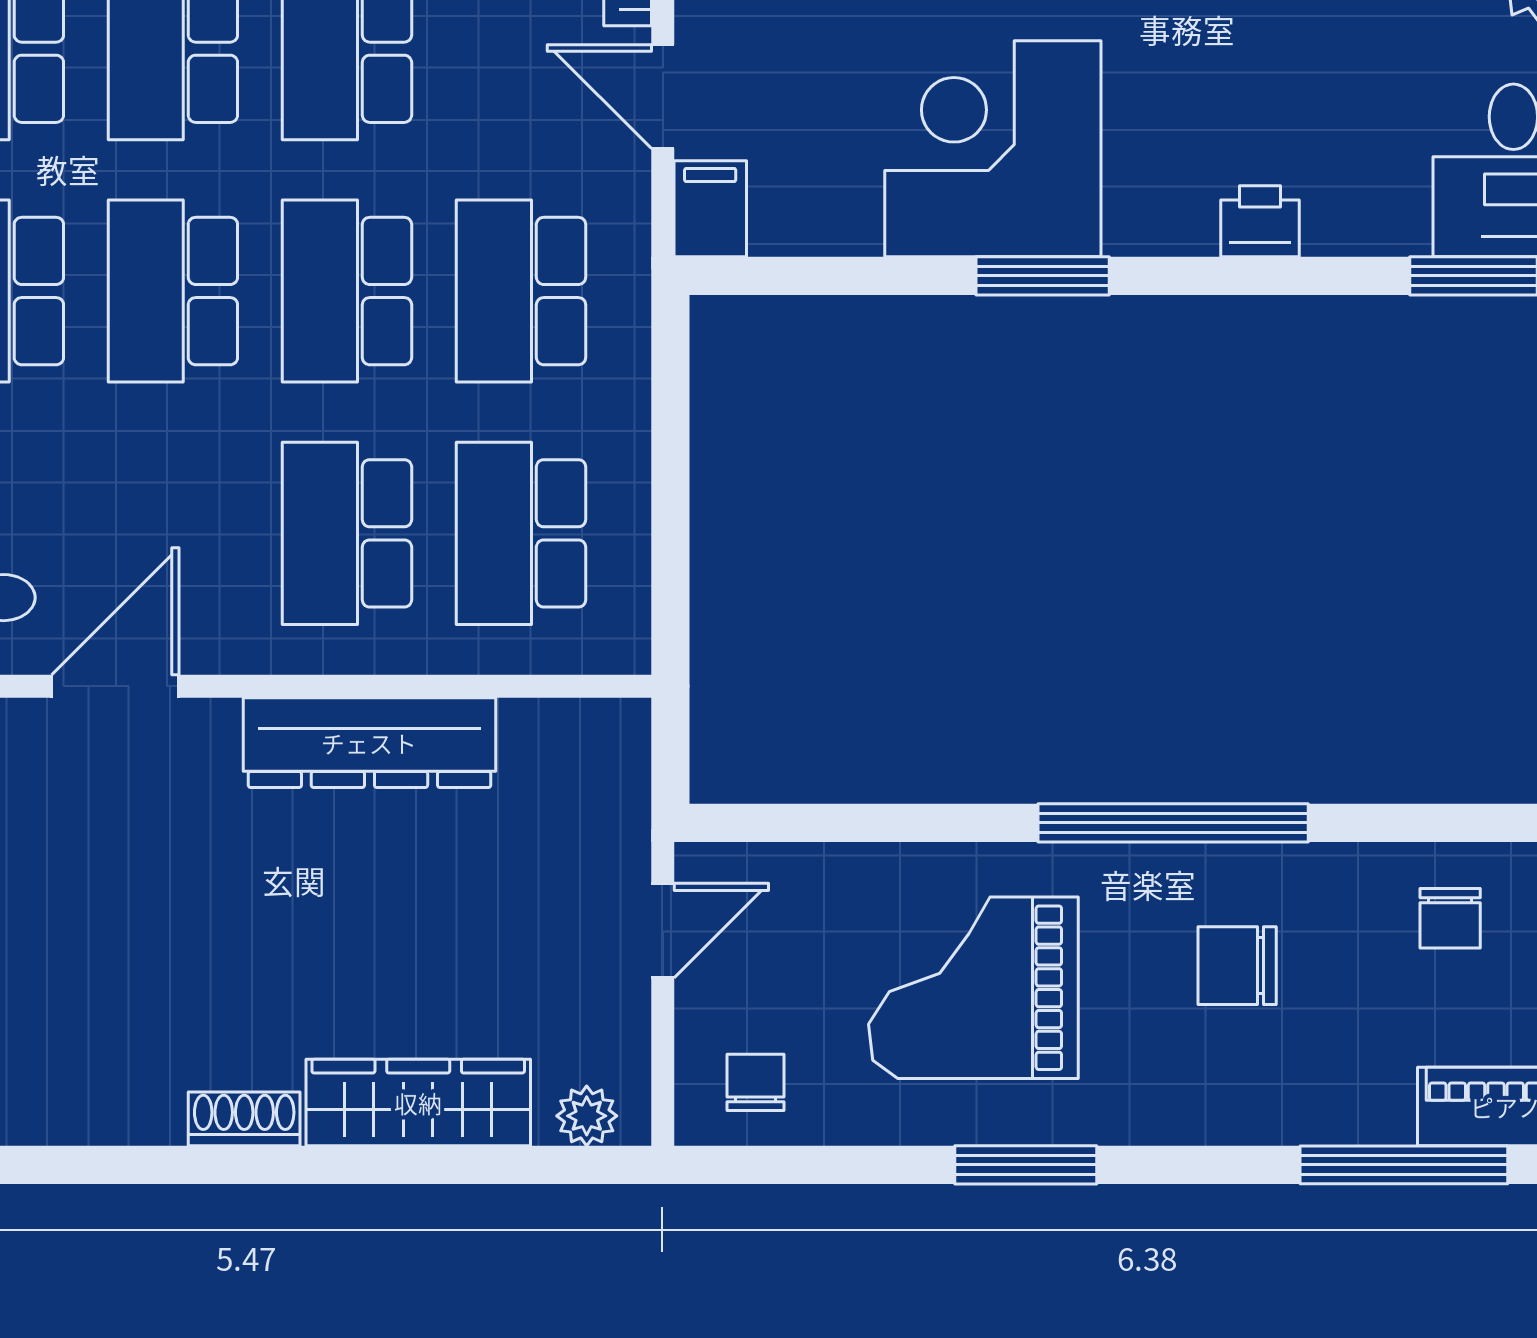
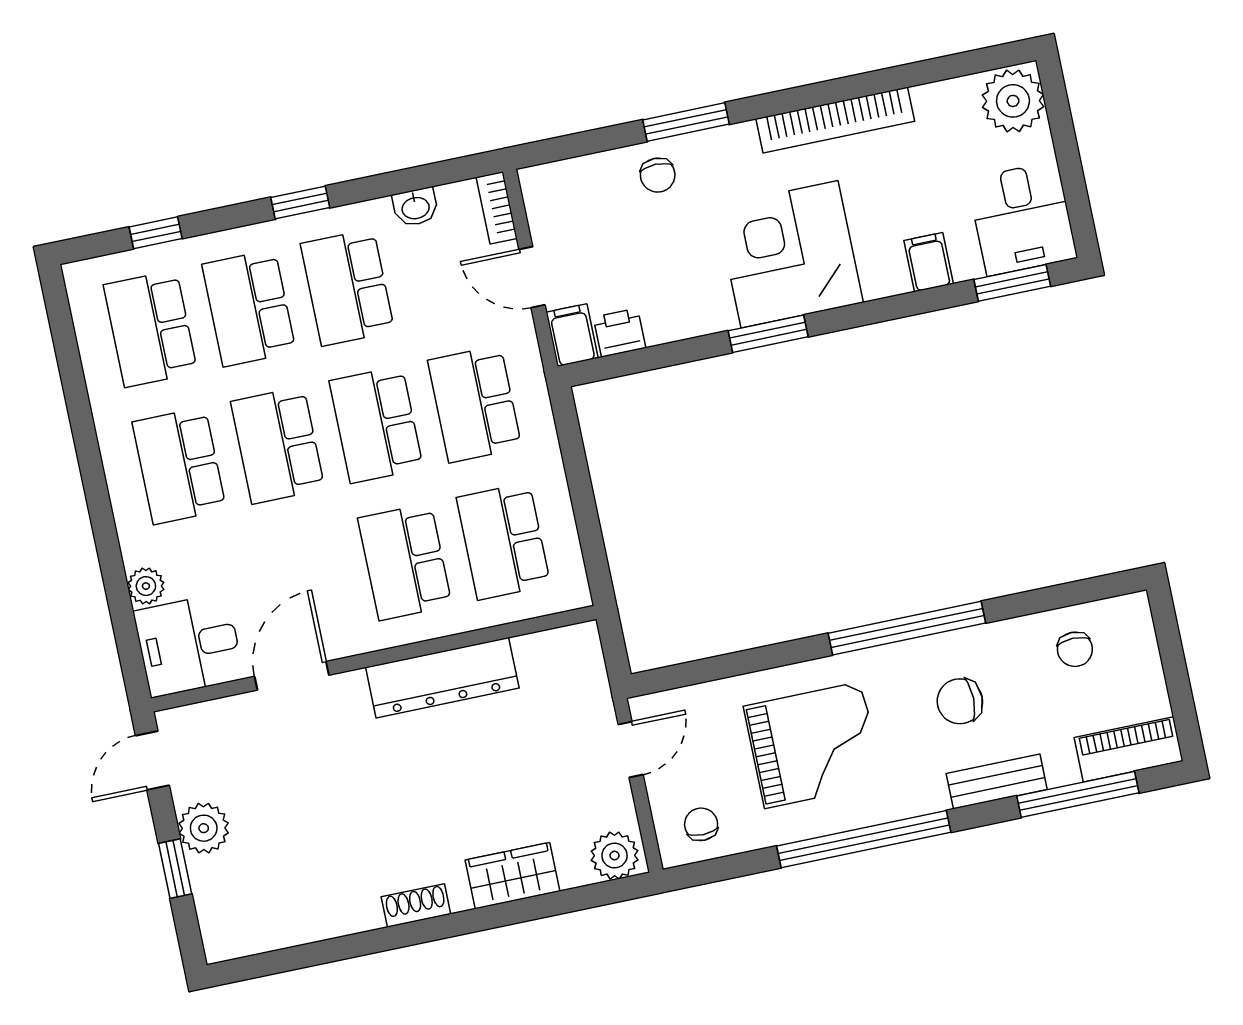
corner desk: (993, 149) -> (789, 254), moved
filing cabinet: (1339, 211) -> (929, 262), added
printer: (1260, 221) -> (620, 333), moved
grand piano: (973, 988) -> (813, 745), turned 180
wardrobe: (418, 1103) -> (512, 876), width x0.67
bench: (1271, 1114) -> (997, 781), added
plant: (587, 1116) -> (615, 856), width x1.38, depth x1.38
window: (1026, 1165) -> (864, 839), width x2.11

